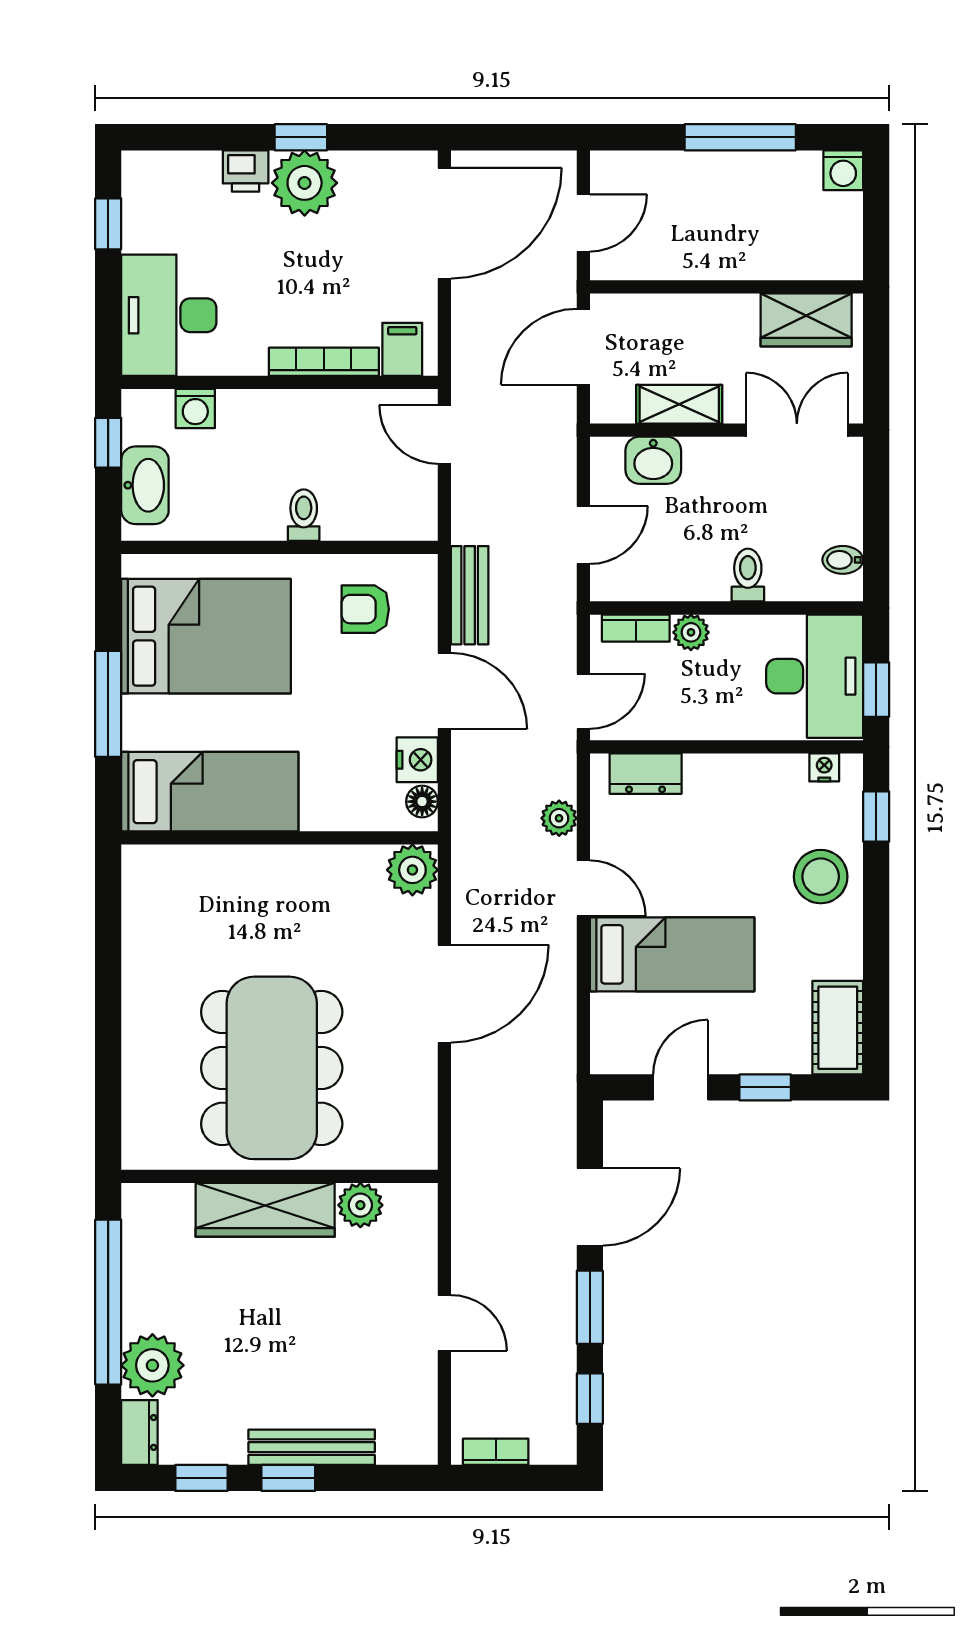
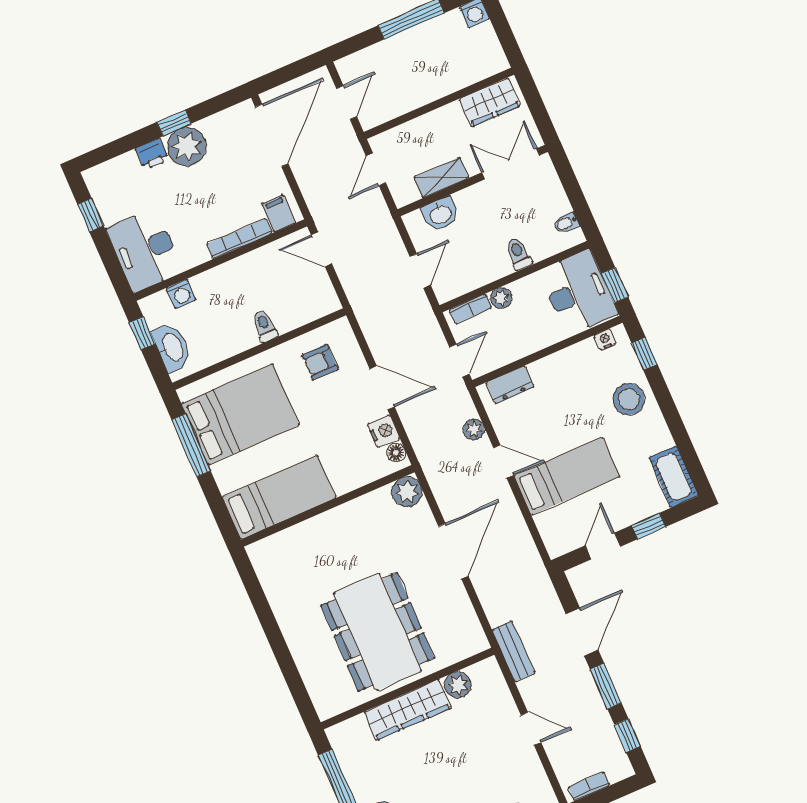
door: (583, 347) -> (376, 169), width x0.73
bench: (470, 595) -> (513, 651), moved
window: (108, 704) -> (191, 445), moved

